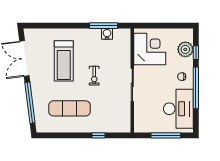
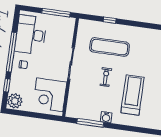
water cooler: (107, 34) -> (106, 117), moved
plant: (185, 49) -> (15, 101), moved
exercise mat: (69, 108) -> (110, 47), moved
window: (166, 135) -> (56, 13), moved

